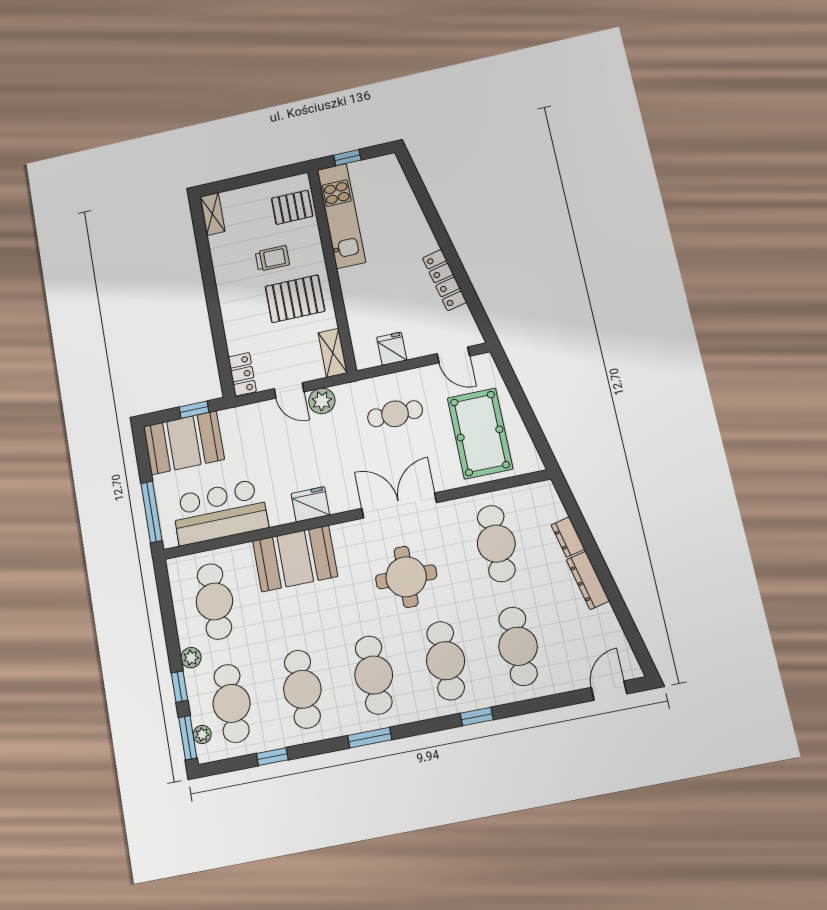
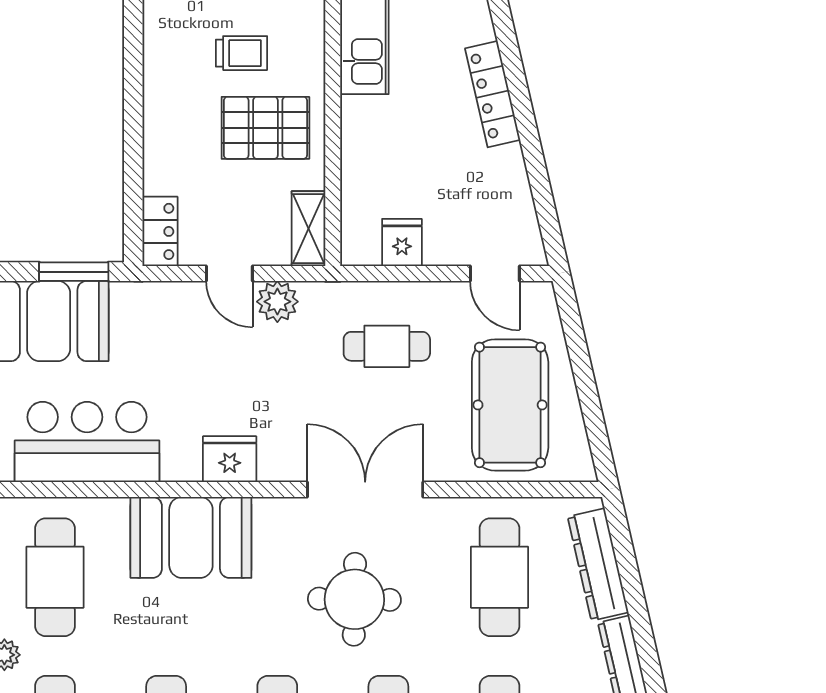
locker: (445, 280) -> (493, 94), moved
window: (194, 410) -> (74, 272), width x1.50
dresser: (568, 537) -> (598, 565), width x1.96, depth x1.24

